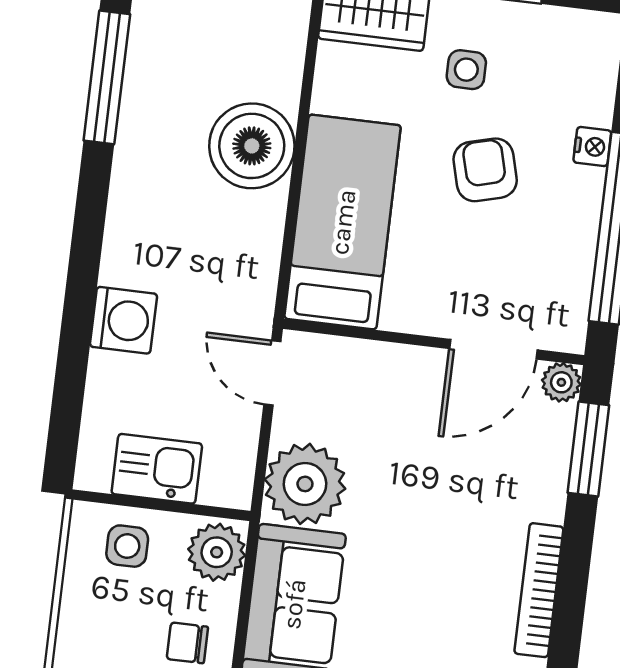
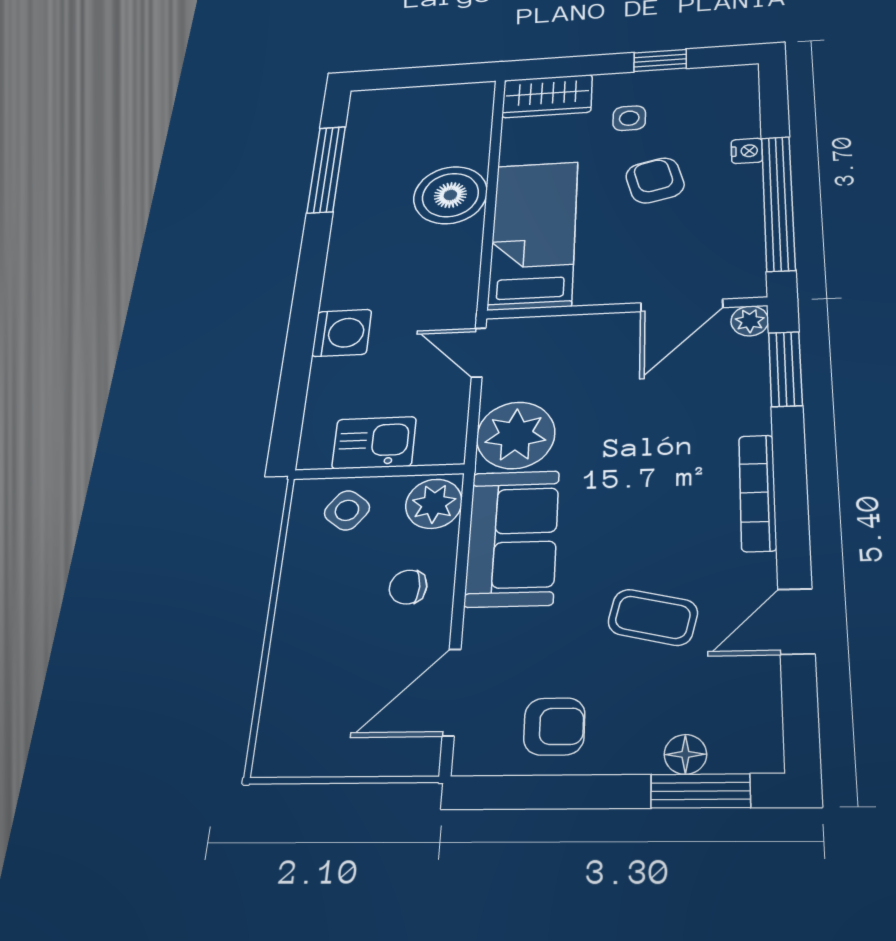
side table: (127, 546) -> (347, 510), turned 38

